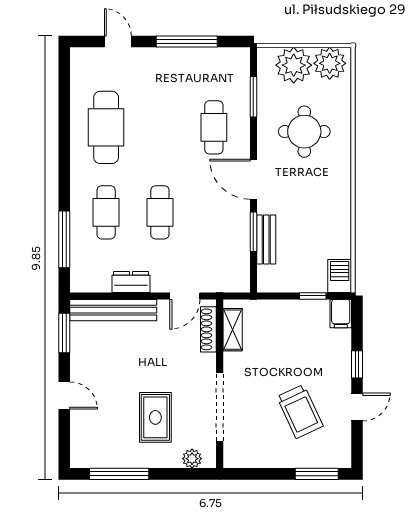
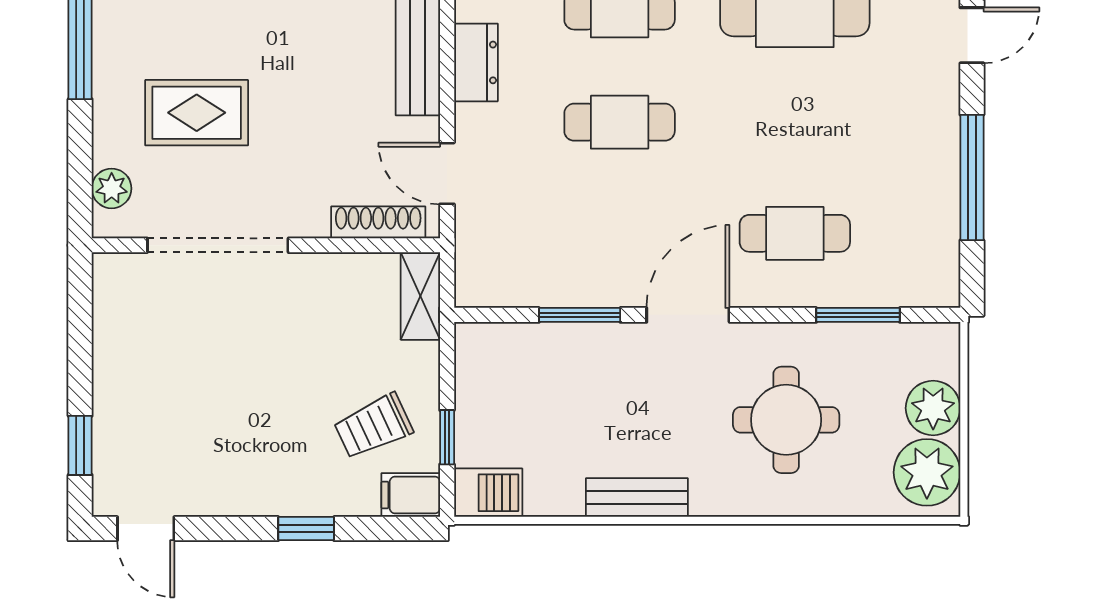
plant: (294, 65) -> (933, 408), width x0.73, depth x0.73
bench: (266, 239) -> (637, 498), moved
shelving: (233, 330) -> (420, 296), moved, turned 90
door: (357, 407) -> (146, 529), moved
trolley: (300, 411) -> (373, 426), moved, width x0.73, depth x0.72
window: (317, 474) -> (80, 445), width x0.67

